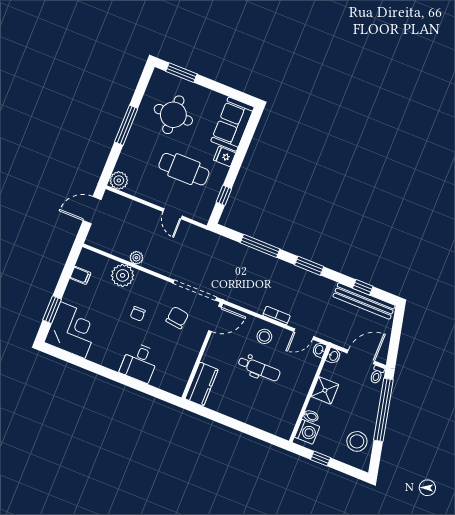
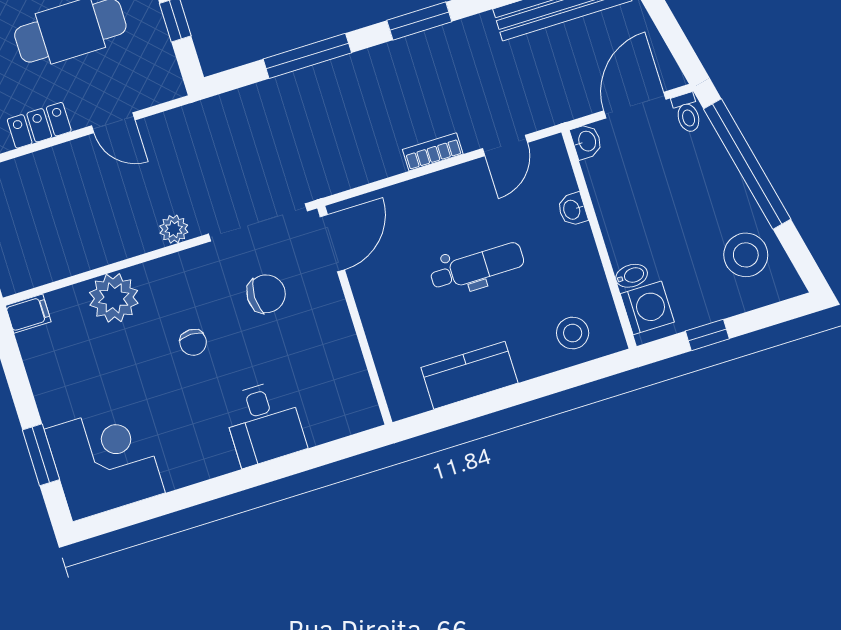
locker: (146, 193) -> (39, 125), added
plant: (136, 258) -> (174, 229), moved
filing cabinet: (80, 275) -> (28, 314), moved
chair: (177, 318) -> (266, 294), turned 83
stool: (264, 336) -> (573, 333), moved
washbasin: (319, 350) -> (572, 210), moved
kitchen counter: (202, 384) -> (469, 375), moved, turned -90
shower: (325, 390) -> (620, 212), removed

